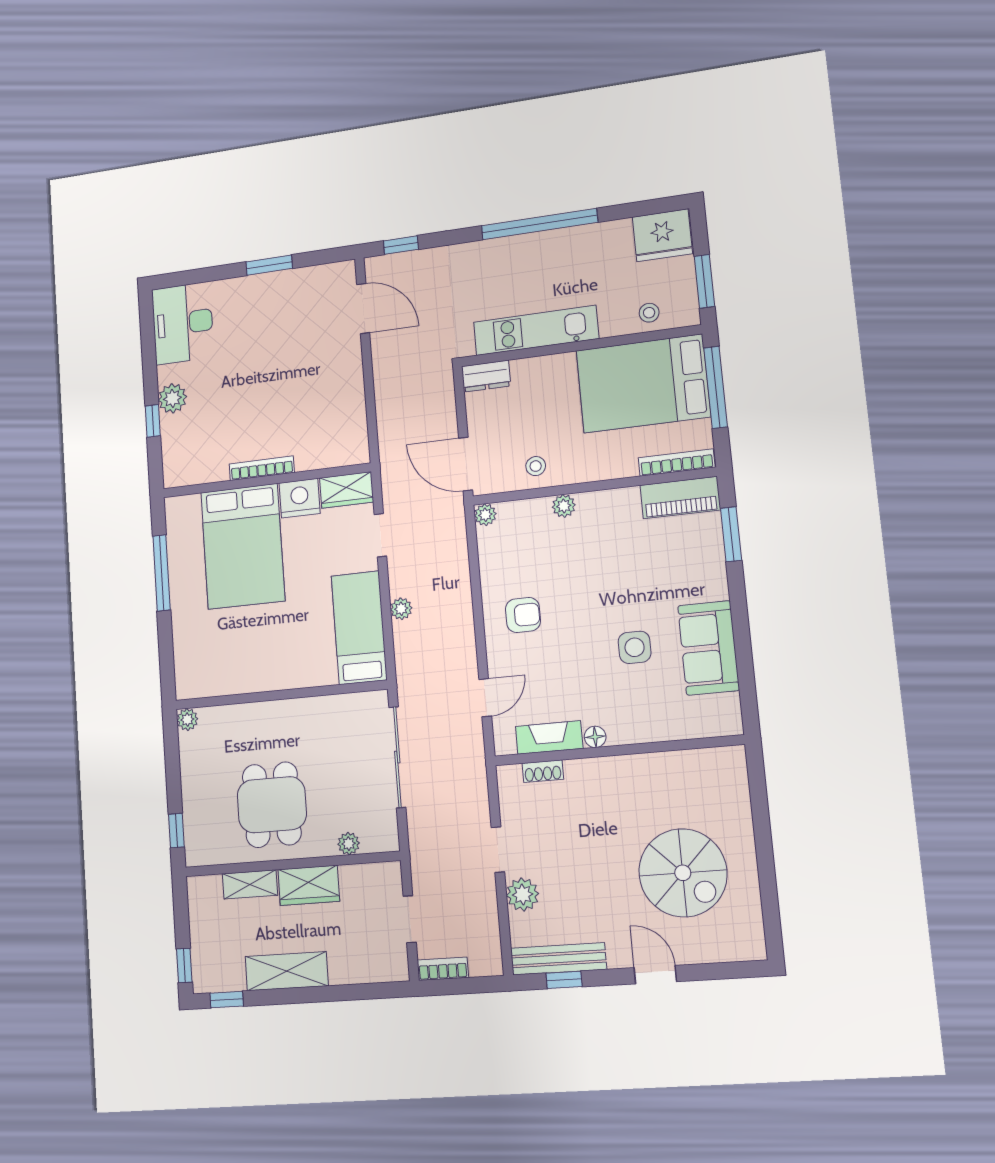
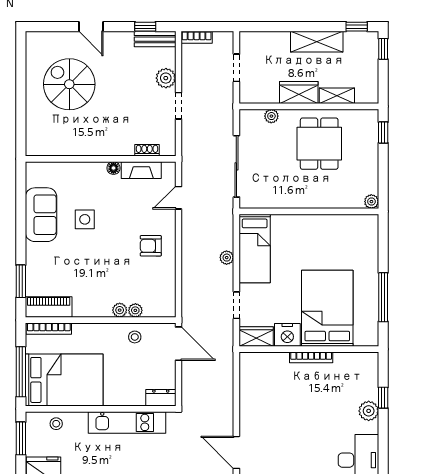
plant: (485, 515) -> (135, 310), moved
bench: (558, 959) -> (155, 39), width x0.73
bookcase: (443, 969) -> (197, 37), moved

